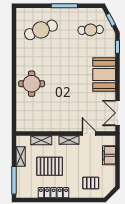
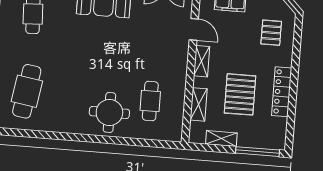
cafe table: (41, 30) -> (27, 91), turned 30
cafe table: (41, 109) -> (150, 101), added
door: (89, 133) -> (194, 29), swing flipped

